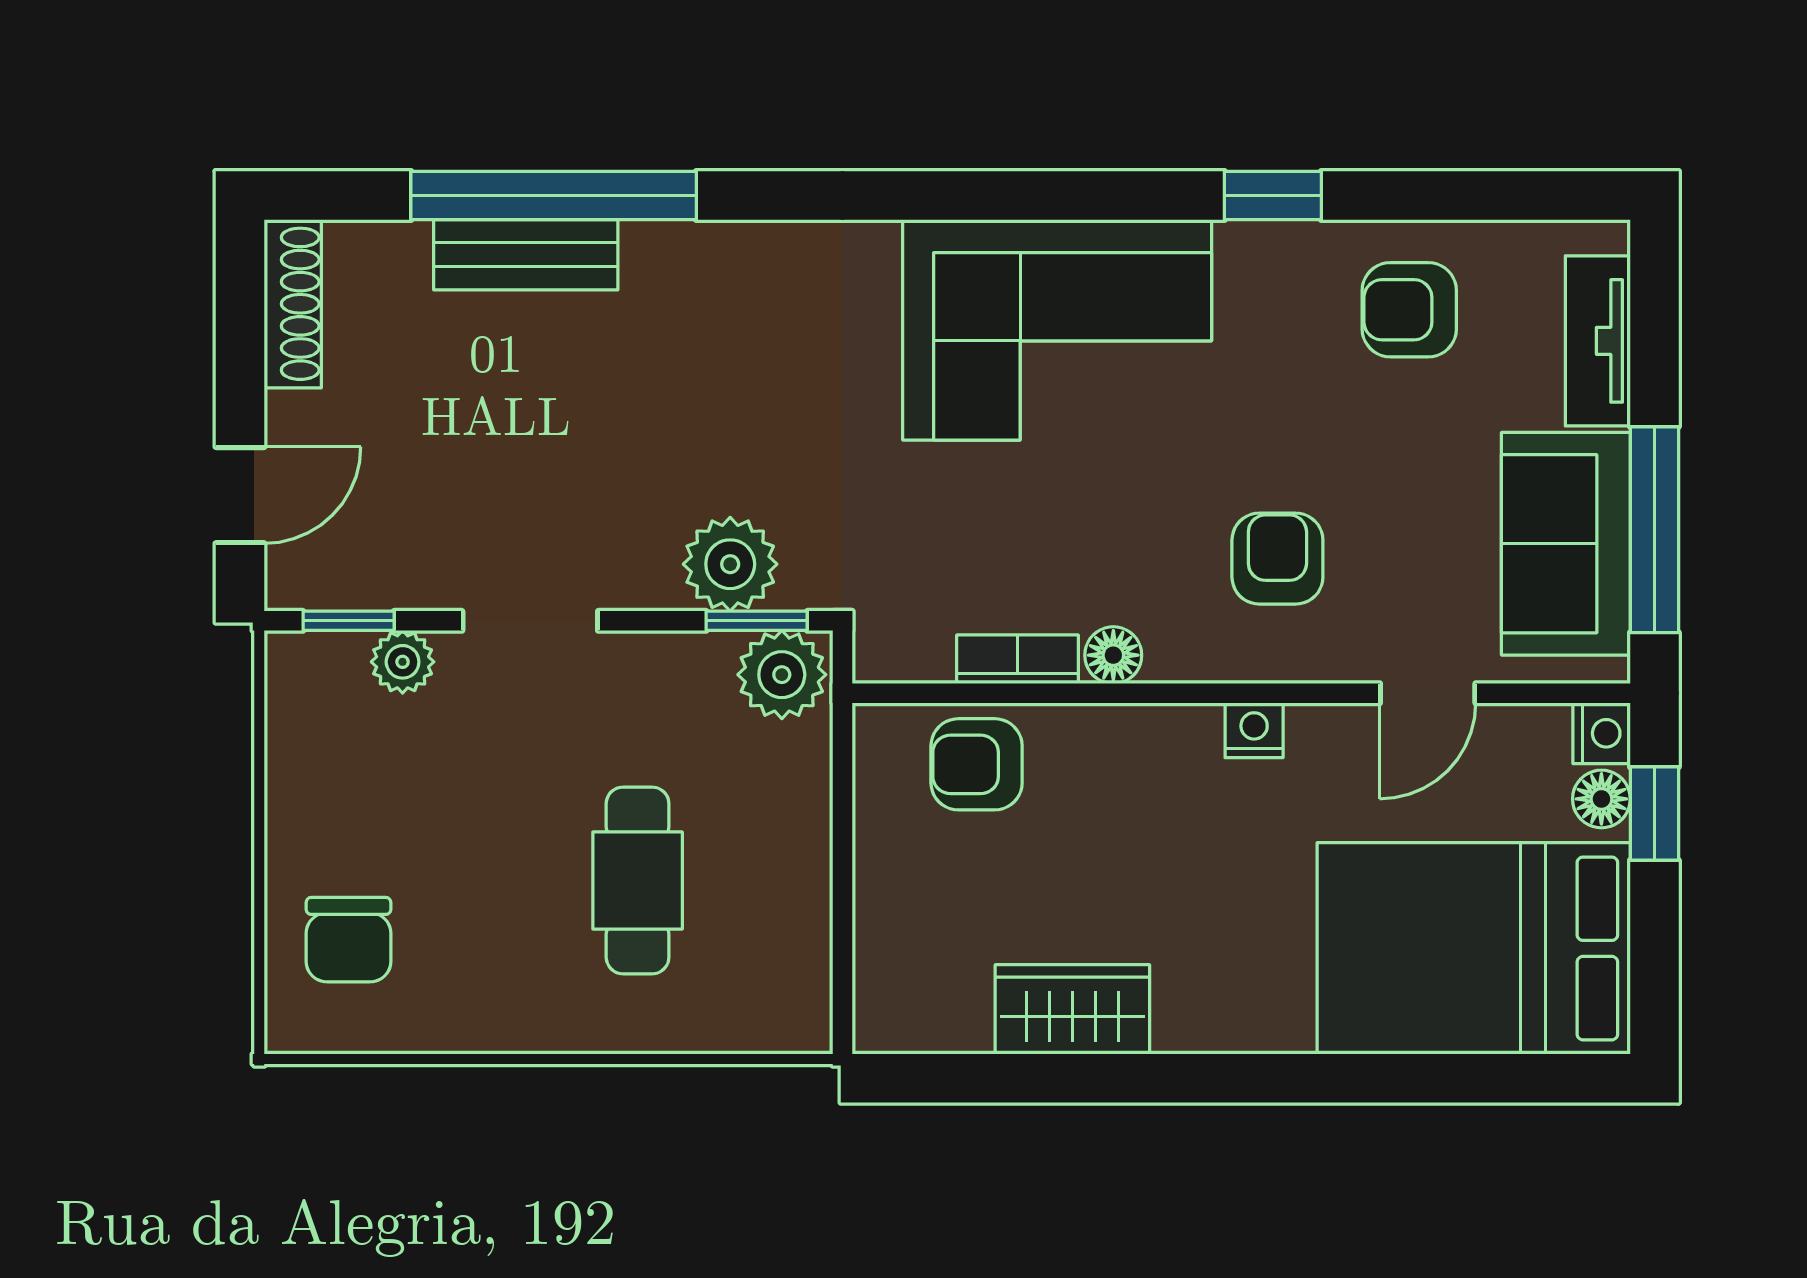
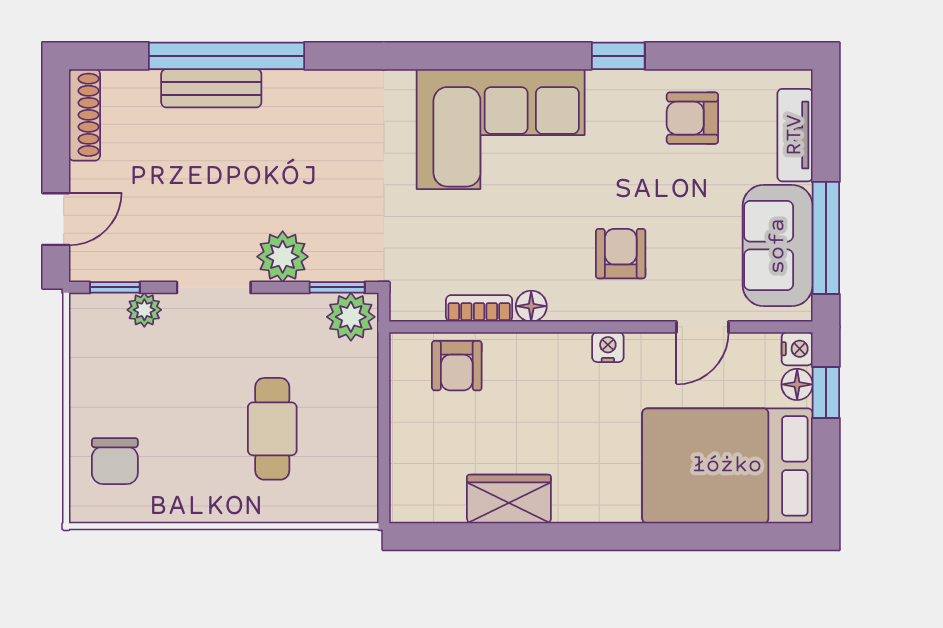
plant: (730, 564) -> (283, 257), moved
armchair: (977, 764) -> (457, 366), turned -90

